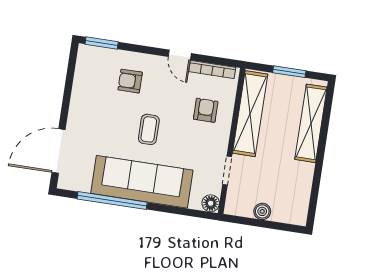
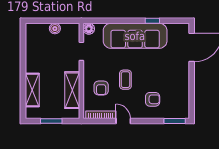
shelving: (250, 114) -> (72, 90), width x0.68
shelving: (311, 123) -> (32, 90), width x0.68
coffee table: (149, 129) -> (125, 80), moved
window: (112, 201) -> (152, 21), width x0.32

